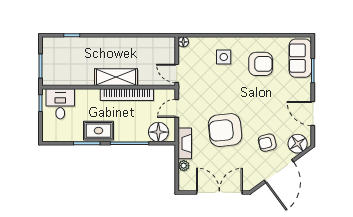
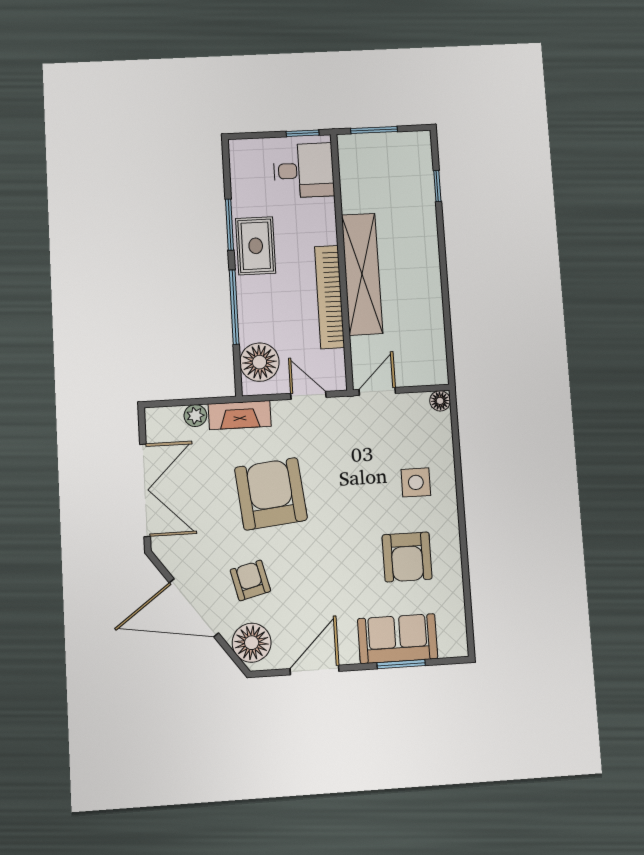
sofa: (300, 58) -> (398, 639), moved
shelving: (116, 77) -> (362, 274), width x1.47

